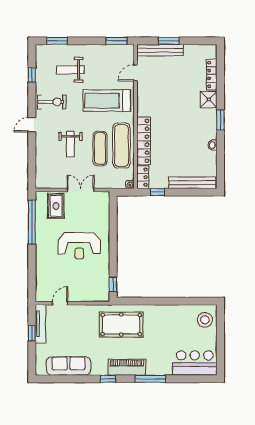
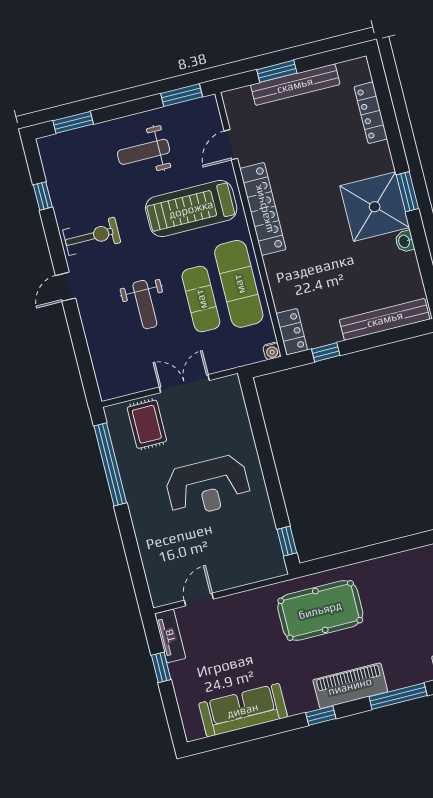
bench: (160, 50) -> (295, 85), moved
weight bench: (70, 70) -> (144, 152), moved
shower: (209, 99) -> (375, 207), moved, width x1.86, depth x1.86
locker: (144, 141) -> (263, 209), moved
tv unit: (41, 324) -> (170, 636), width x0.71

